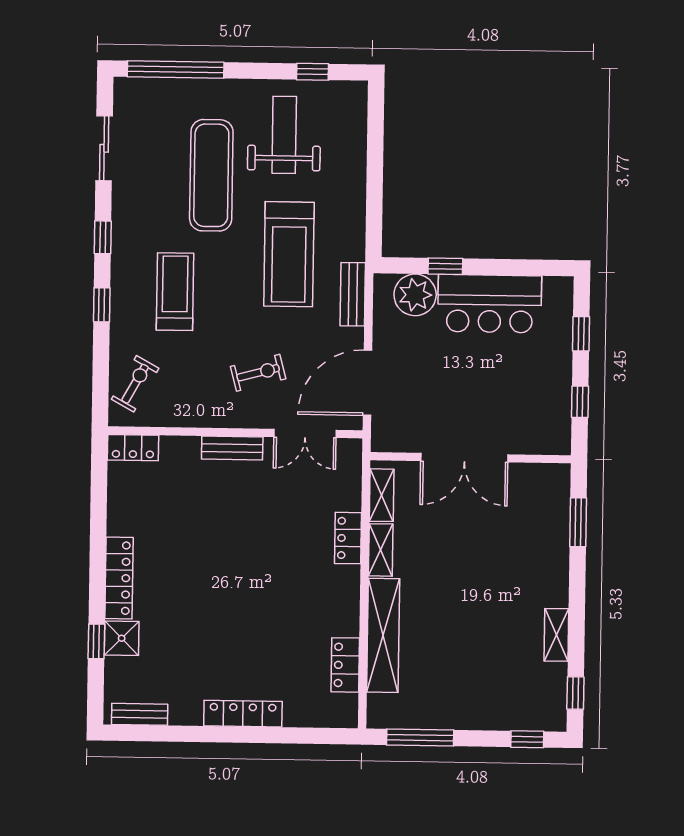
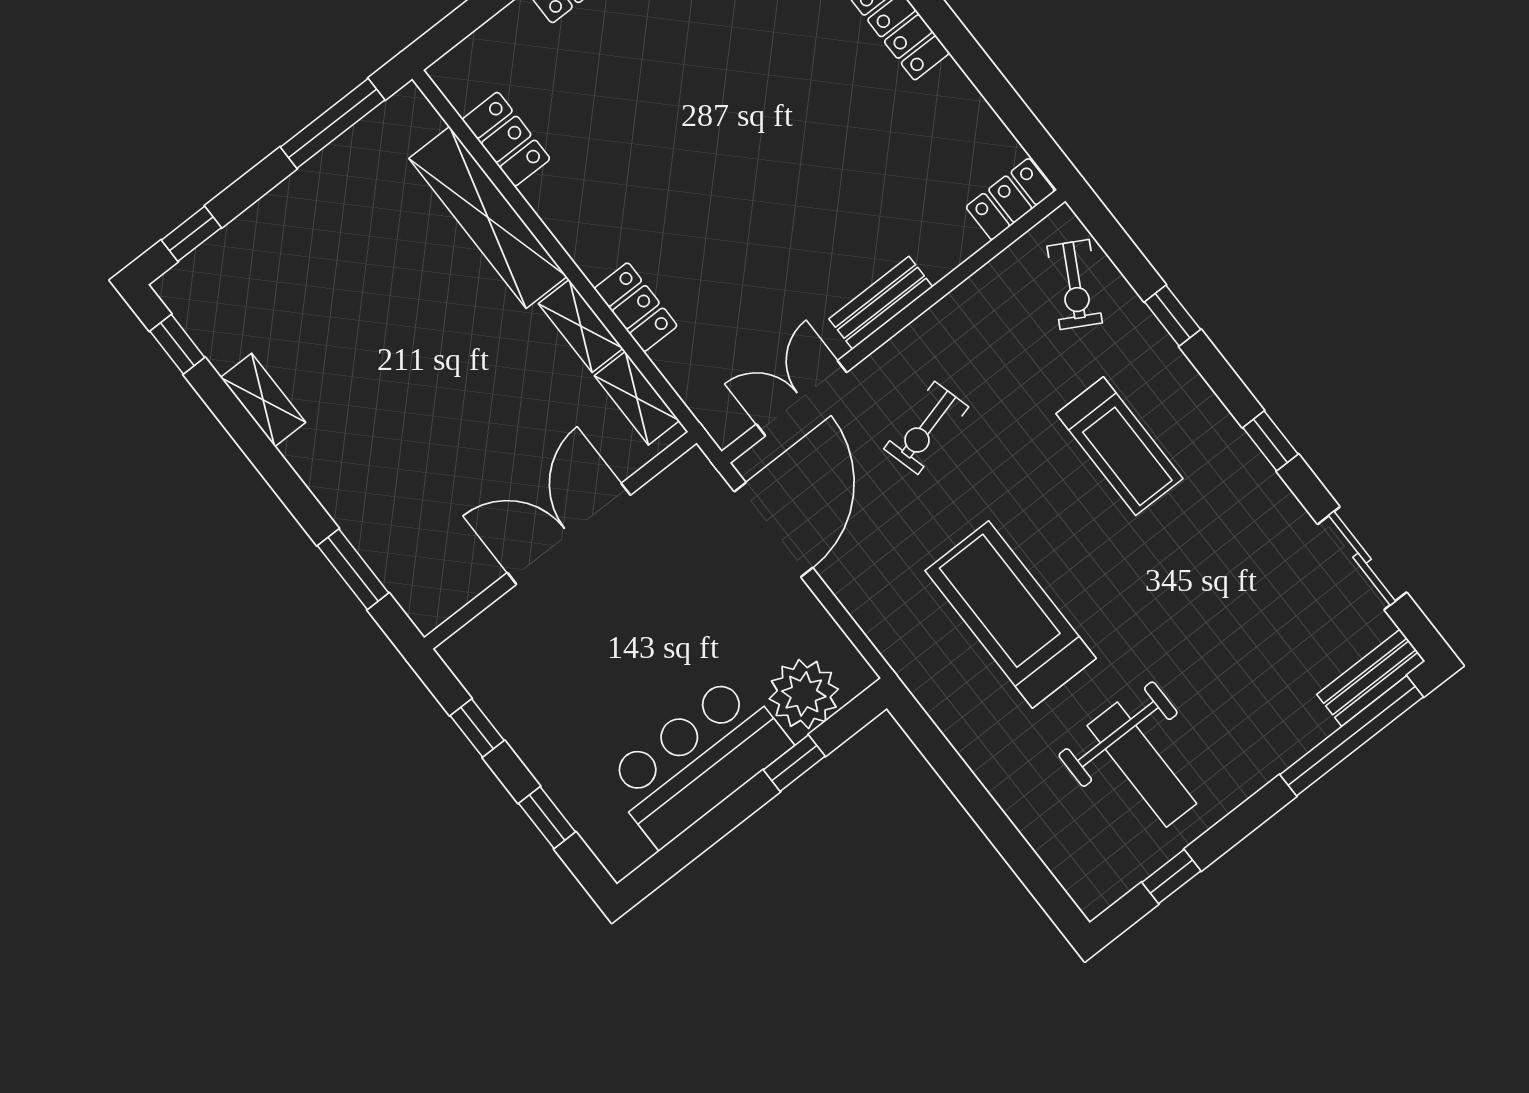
exercise mat: (211, 175) -> (1194, 636), removed
bench: (353, 294) -> (1371, 678), moved, turned 90
window: (102, 305) -> (1173, 316), moved

